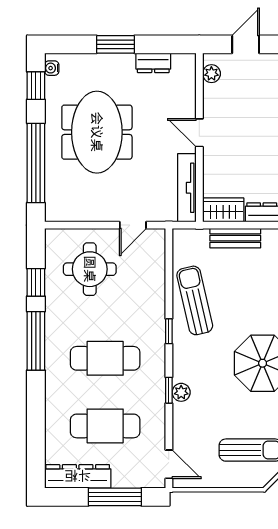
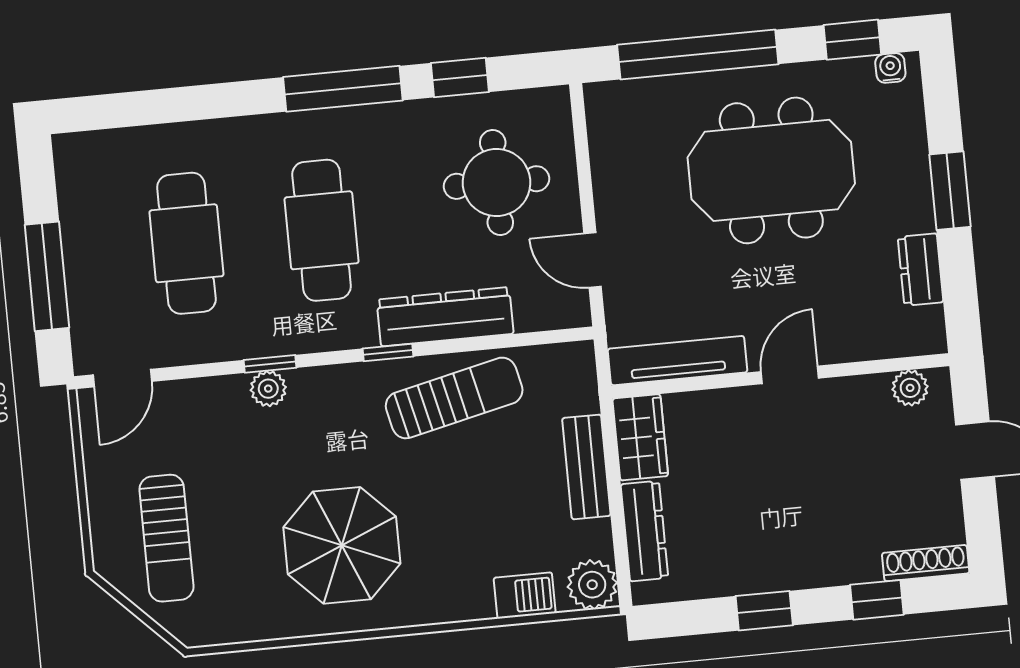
dresser: (78, 476) -> (445, 317), moved, turned -90

